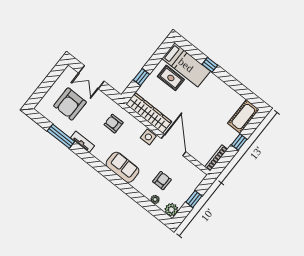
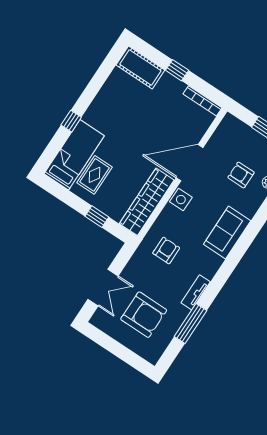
armchair: (114, 124) -> (166, 251), turned 180

